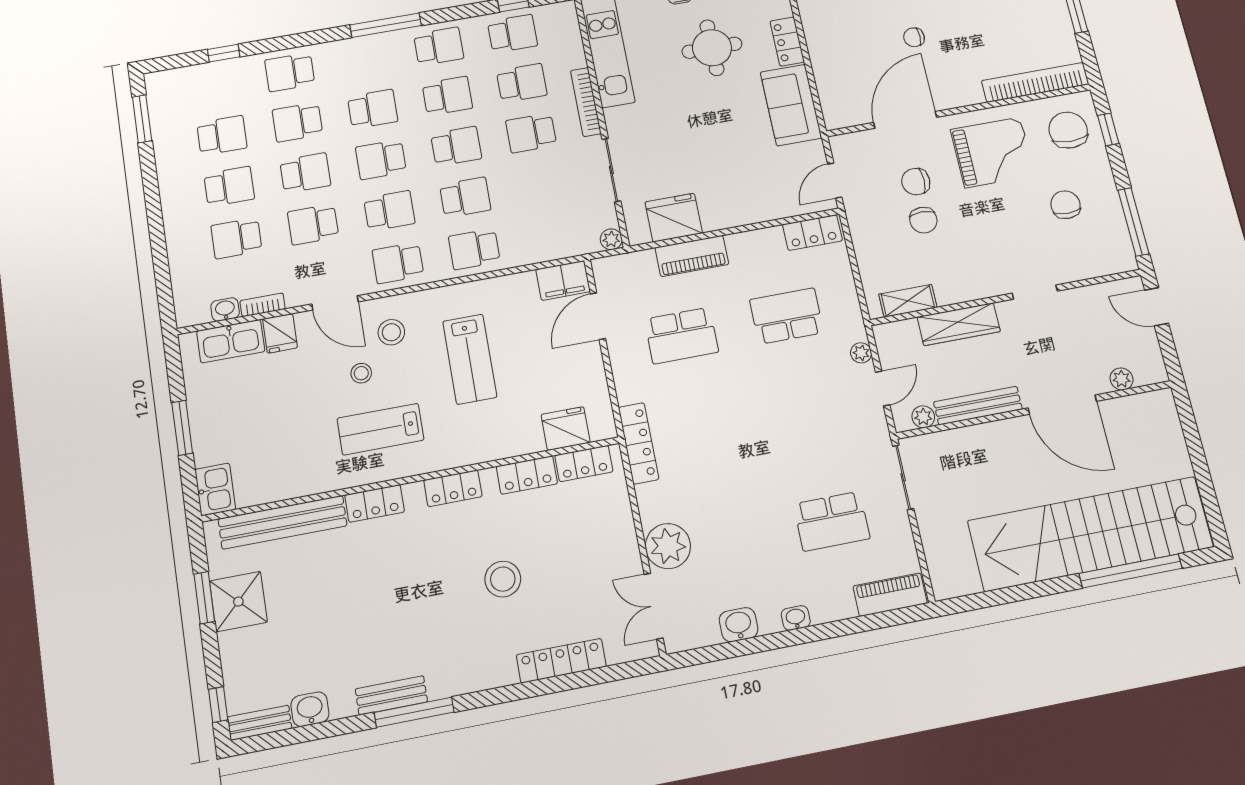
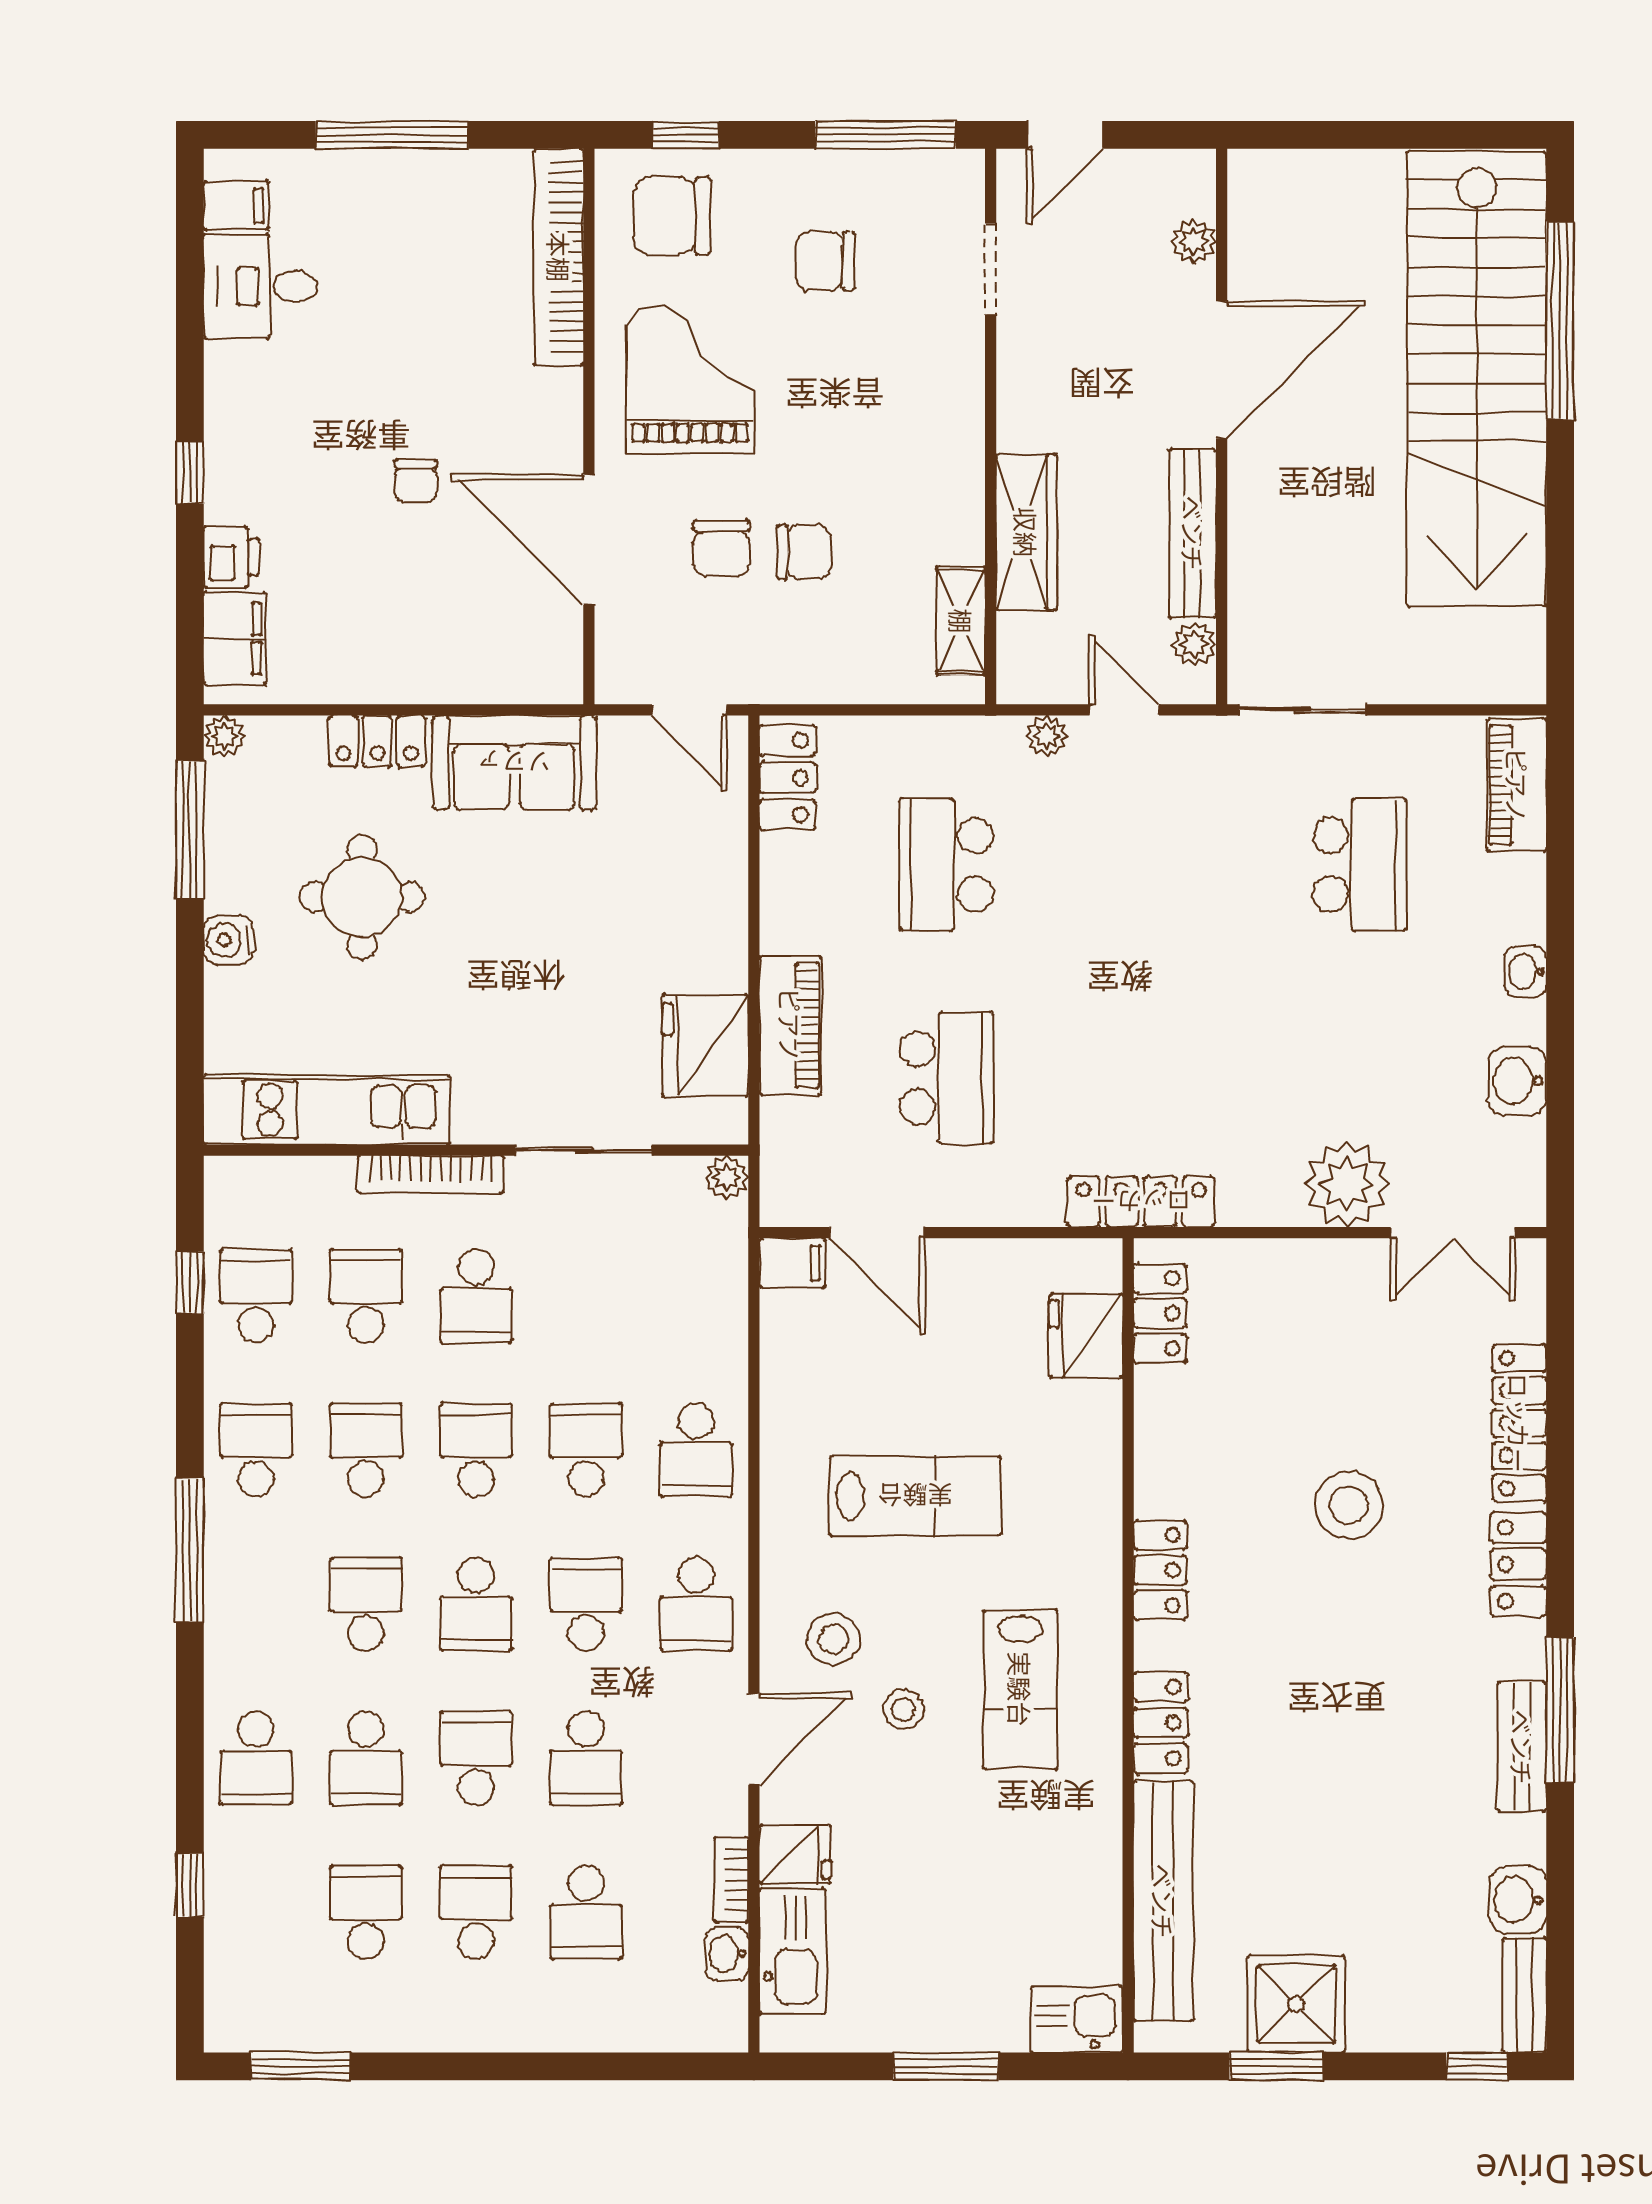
filing cabinet: (563, 280) -> (792, 1263), width x0.50
doorway: (1035, 292) -> (991, 269), moved
locker: (527, 475) -> (1518, 1564), moved, turned 180

